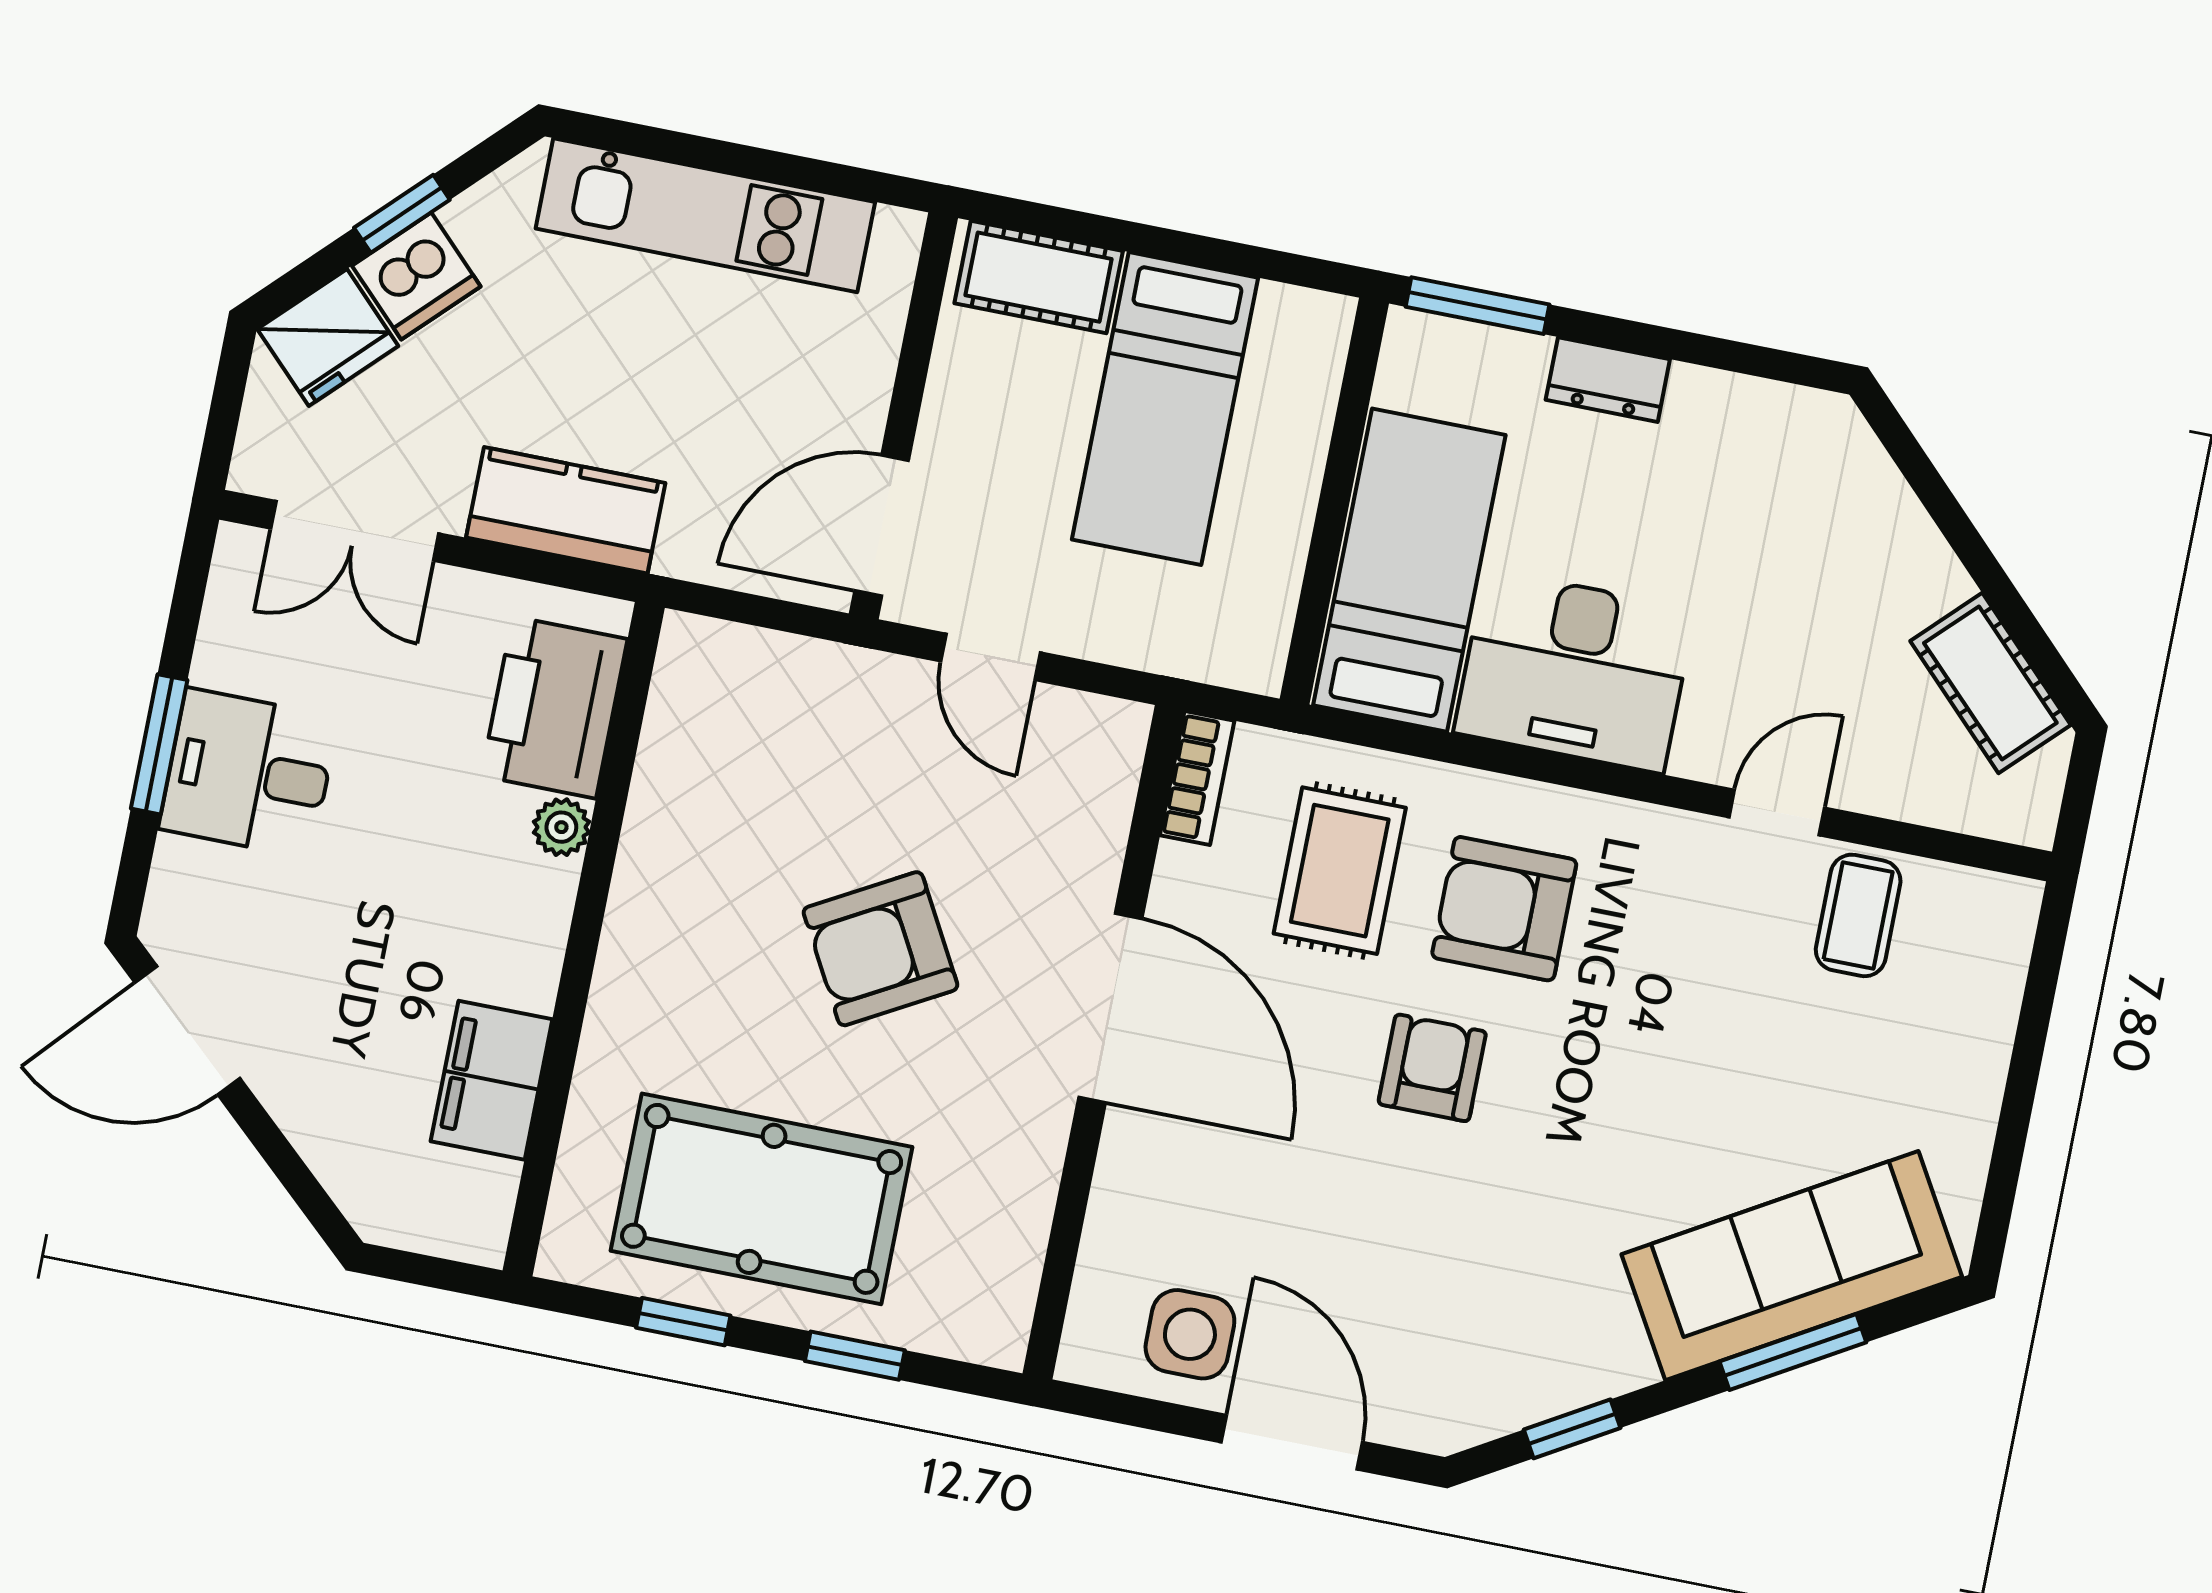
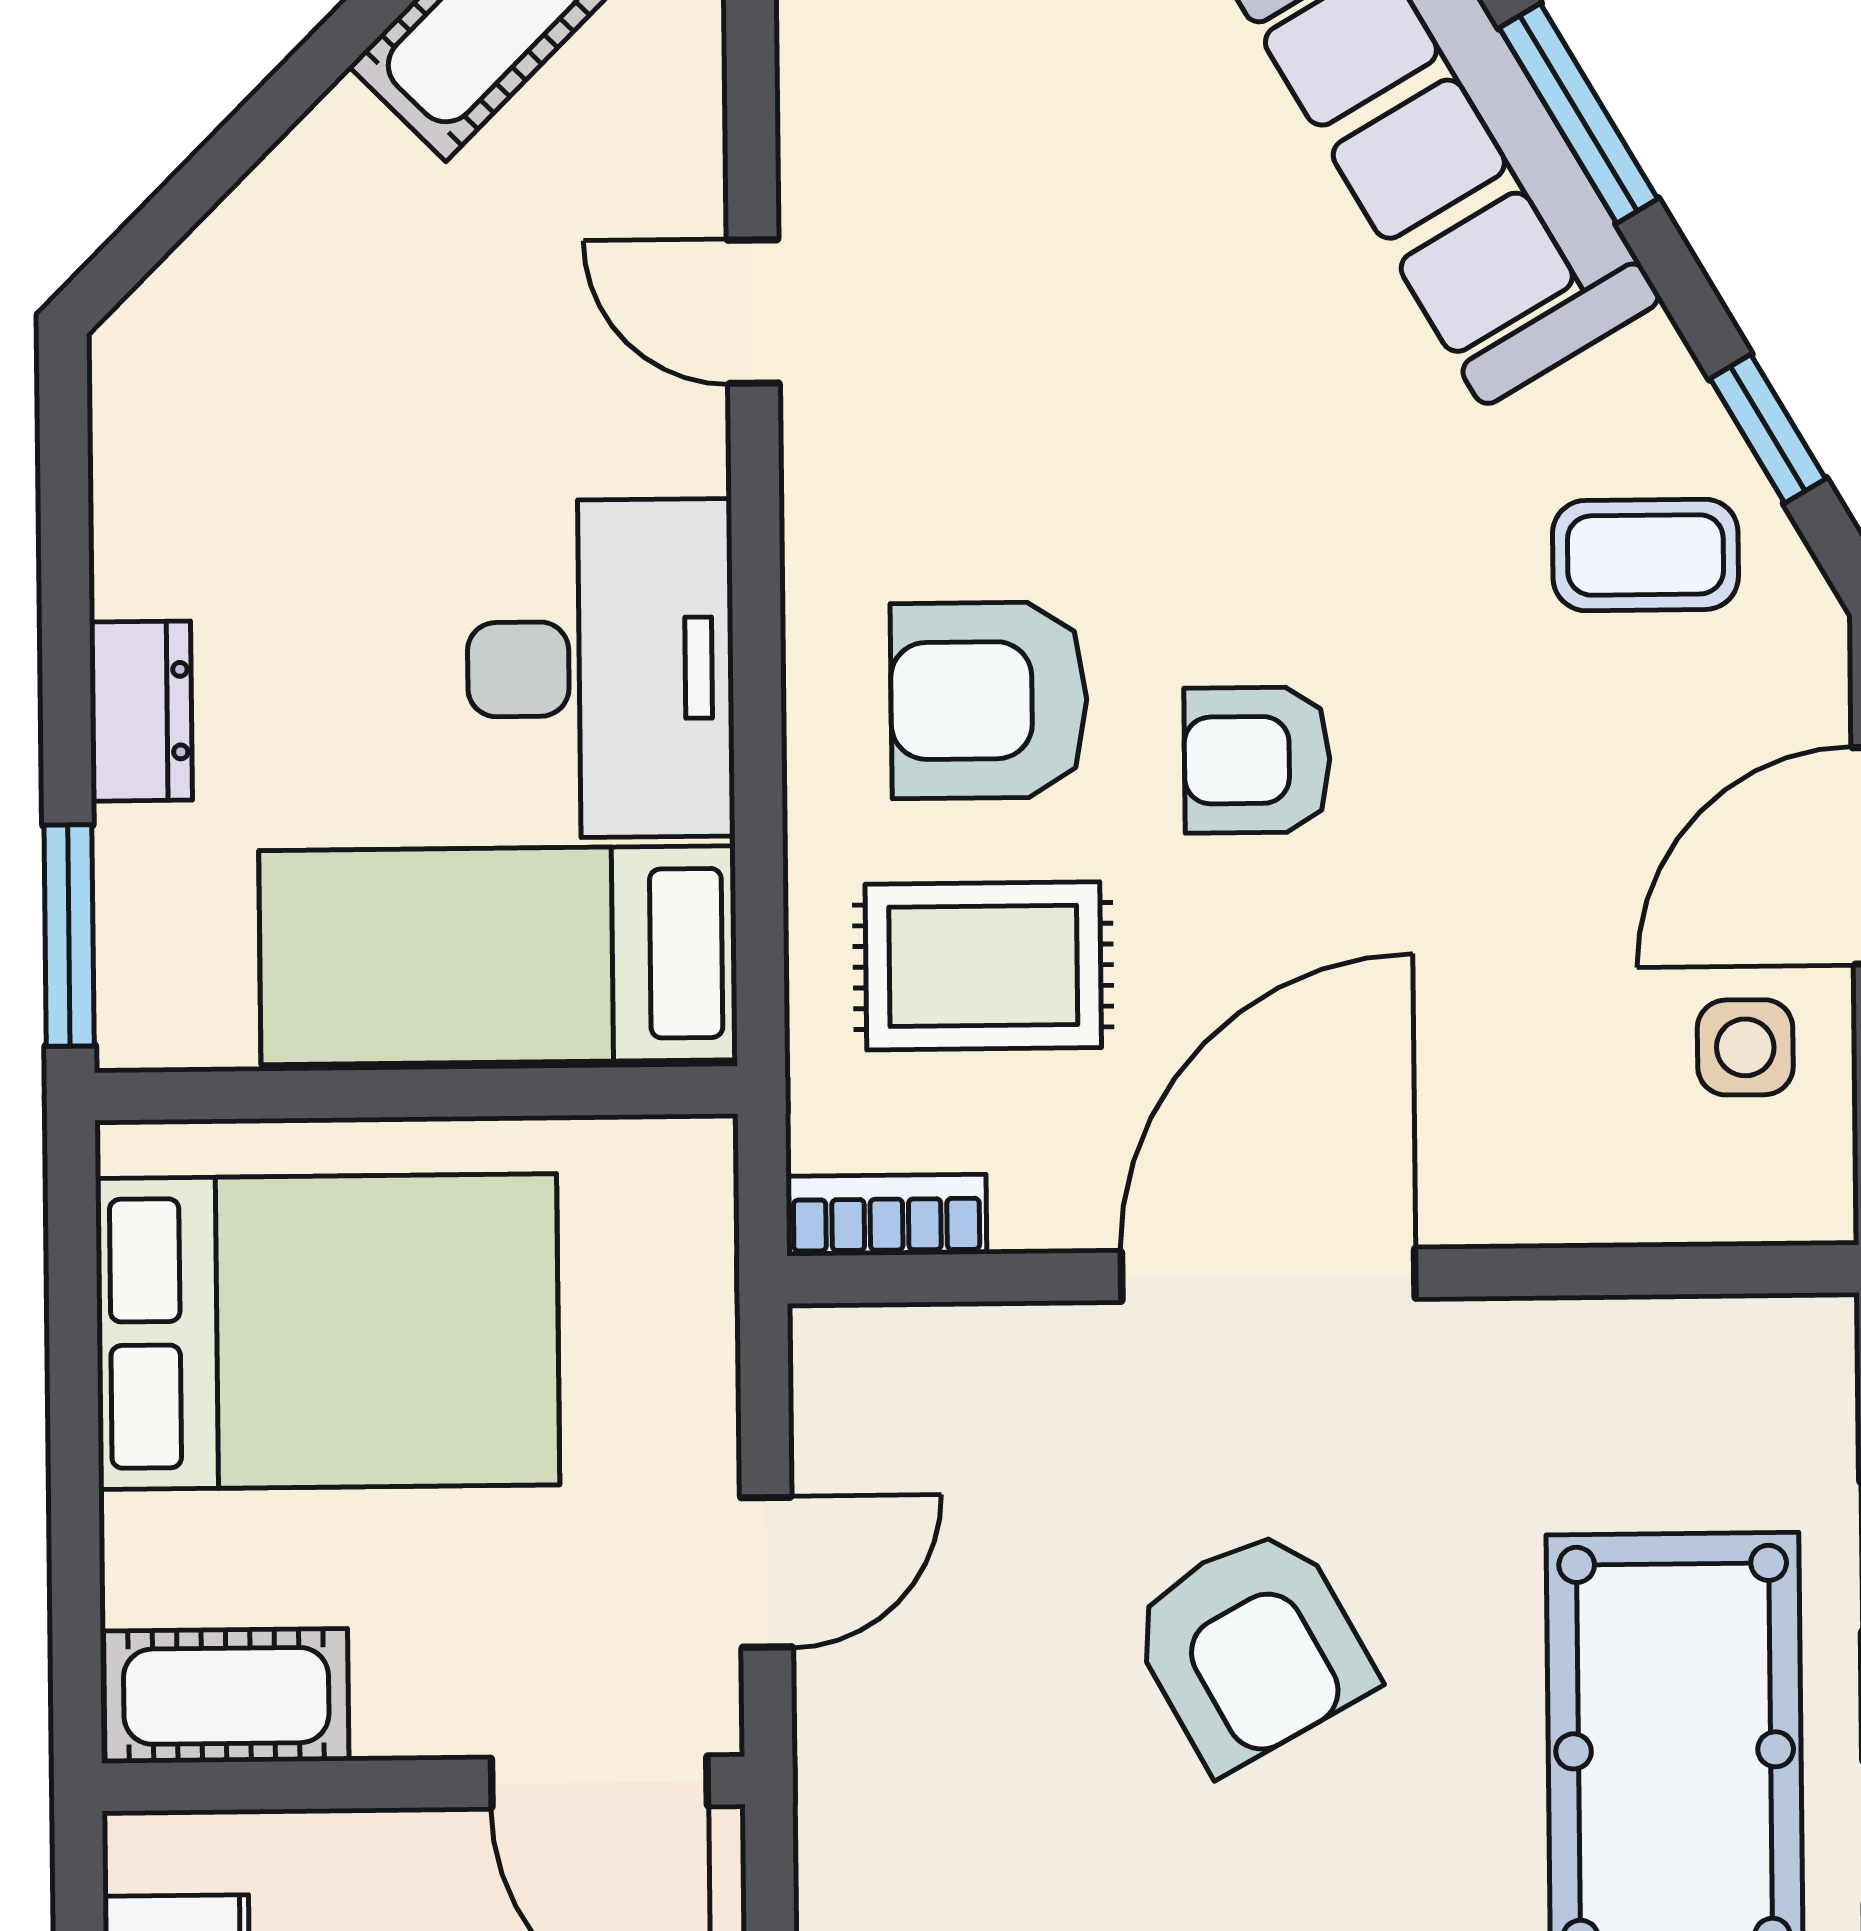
cot: (1039, 277) -> (226, 1696), moved, turned 90
bed: (1165, 409) -> (328, 1332), width x1.50
armchair: (1504, 909) -> (989, 700), turned 90
coffee table: (1858, 915) -> (1645, 555), moved
side table: (1190, 1334) -> (1745, 1047), width x0.73, depth x0.73

